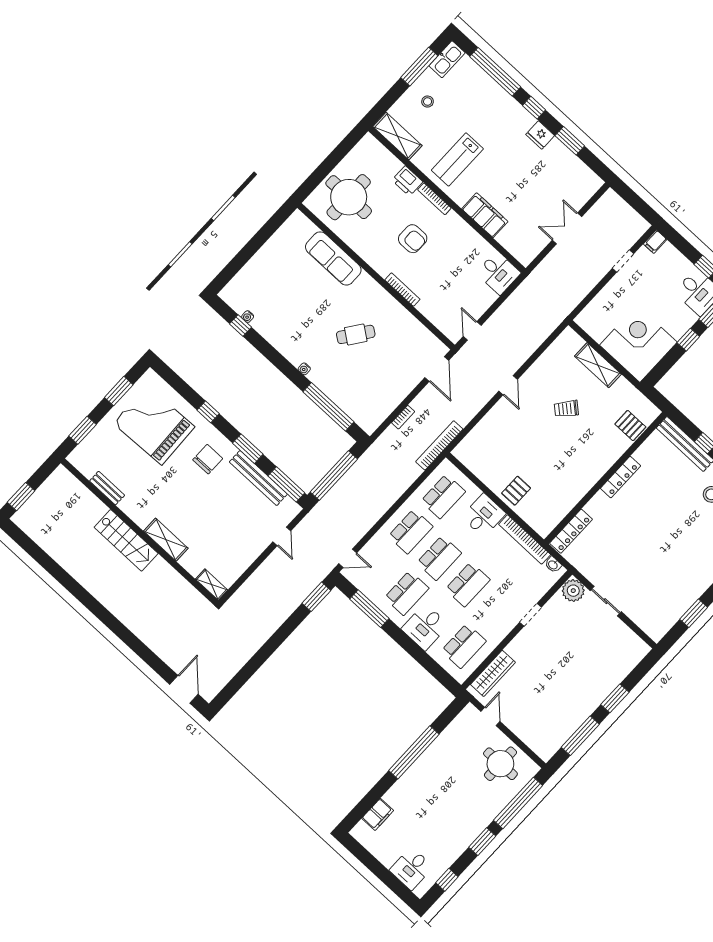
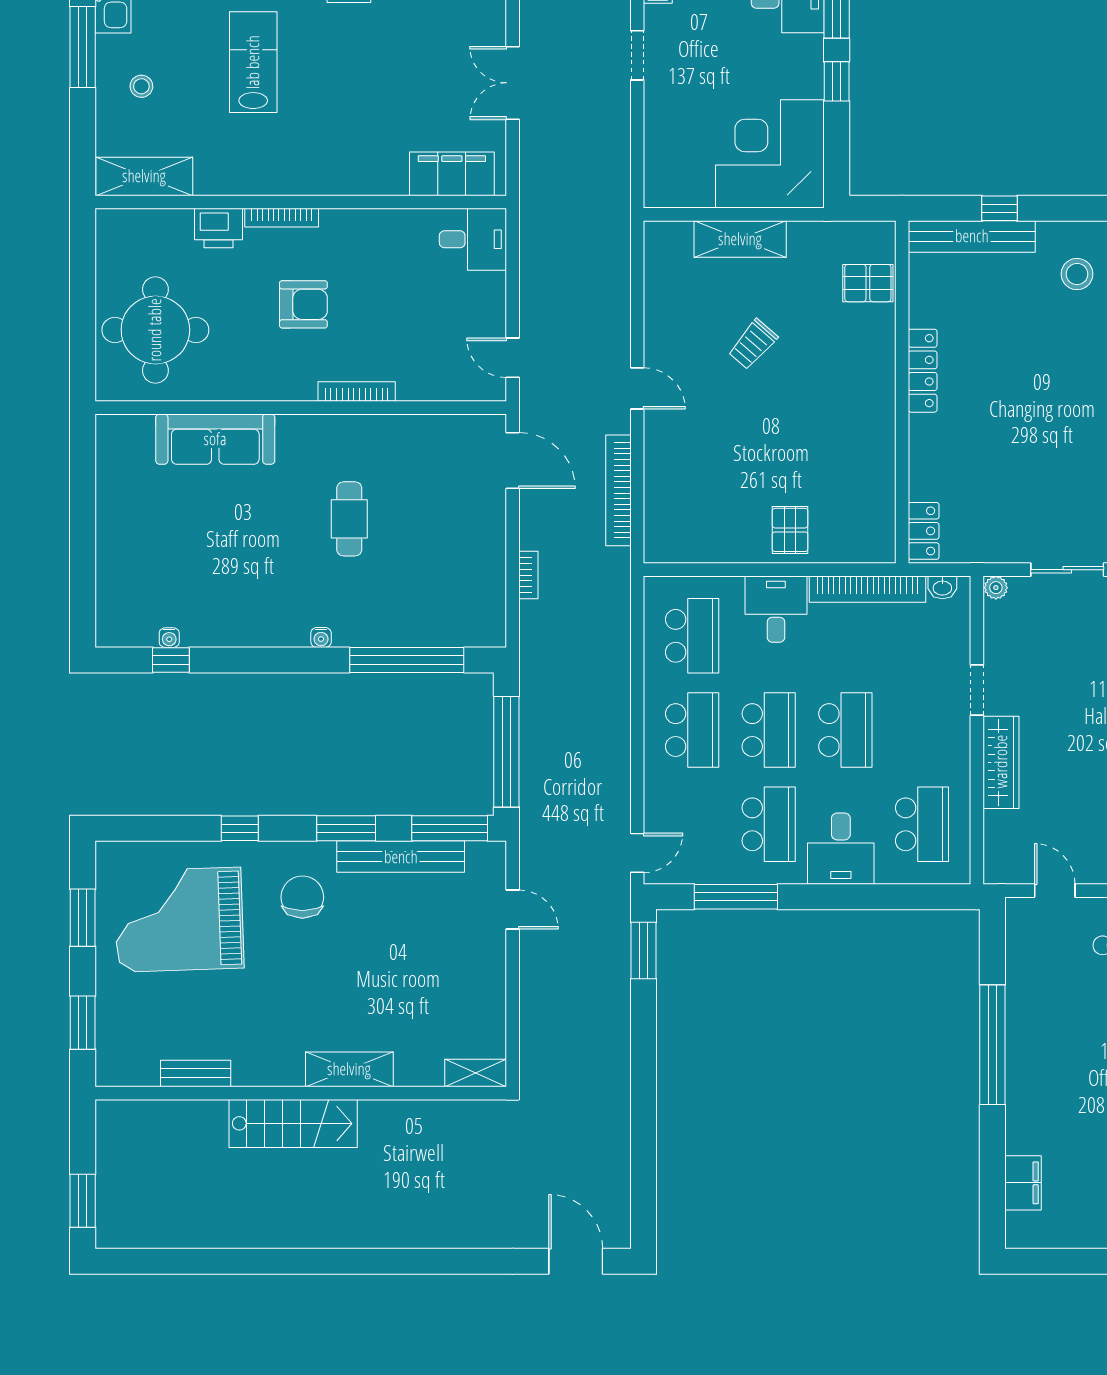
lab bench: (457, 159) -> (253, 62), moved, turned 180
filing cabinet: (485, 215) -> (452, 174), moved
cafe table: (356, 334) -> (349, 519), turned -36
bookcase: (439, 445) -> (618, 490), moved
locker: (571, 531) -> (924, 531), width x0.66
plant: (573, 591) -> (996, 588), width x0.53, depth x0.53
wardrobe: (493, 673) -> (1001, 762), moved

